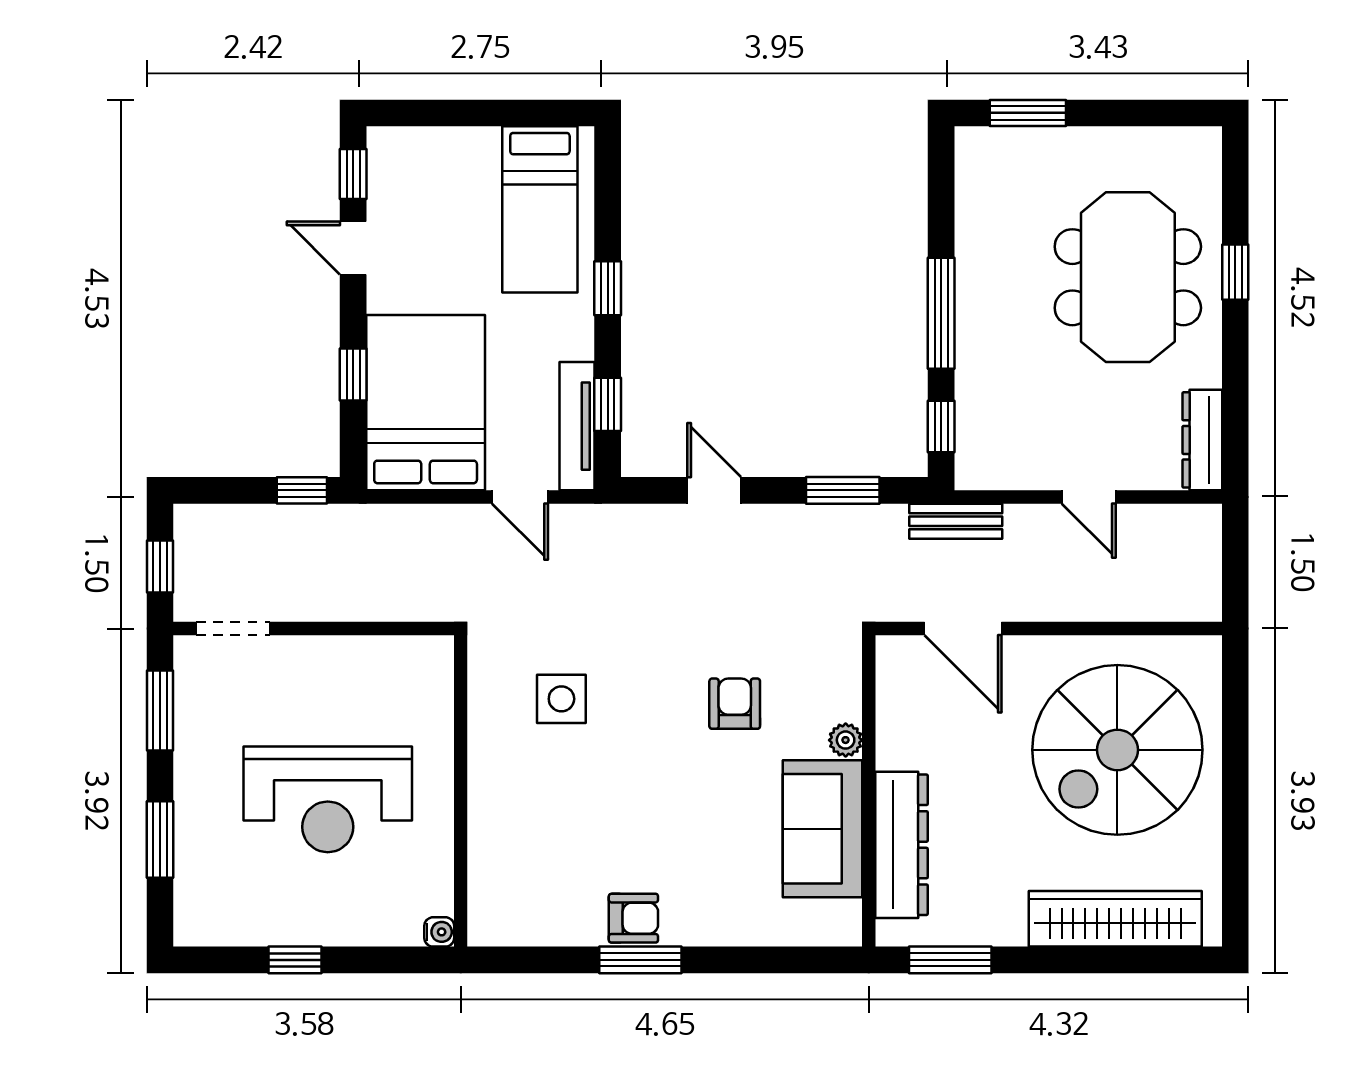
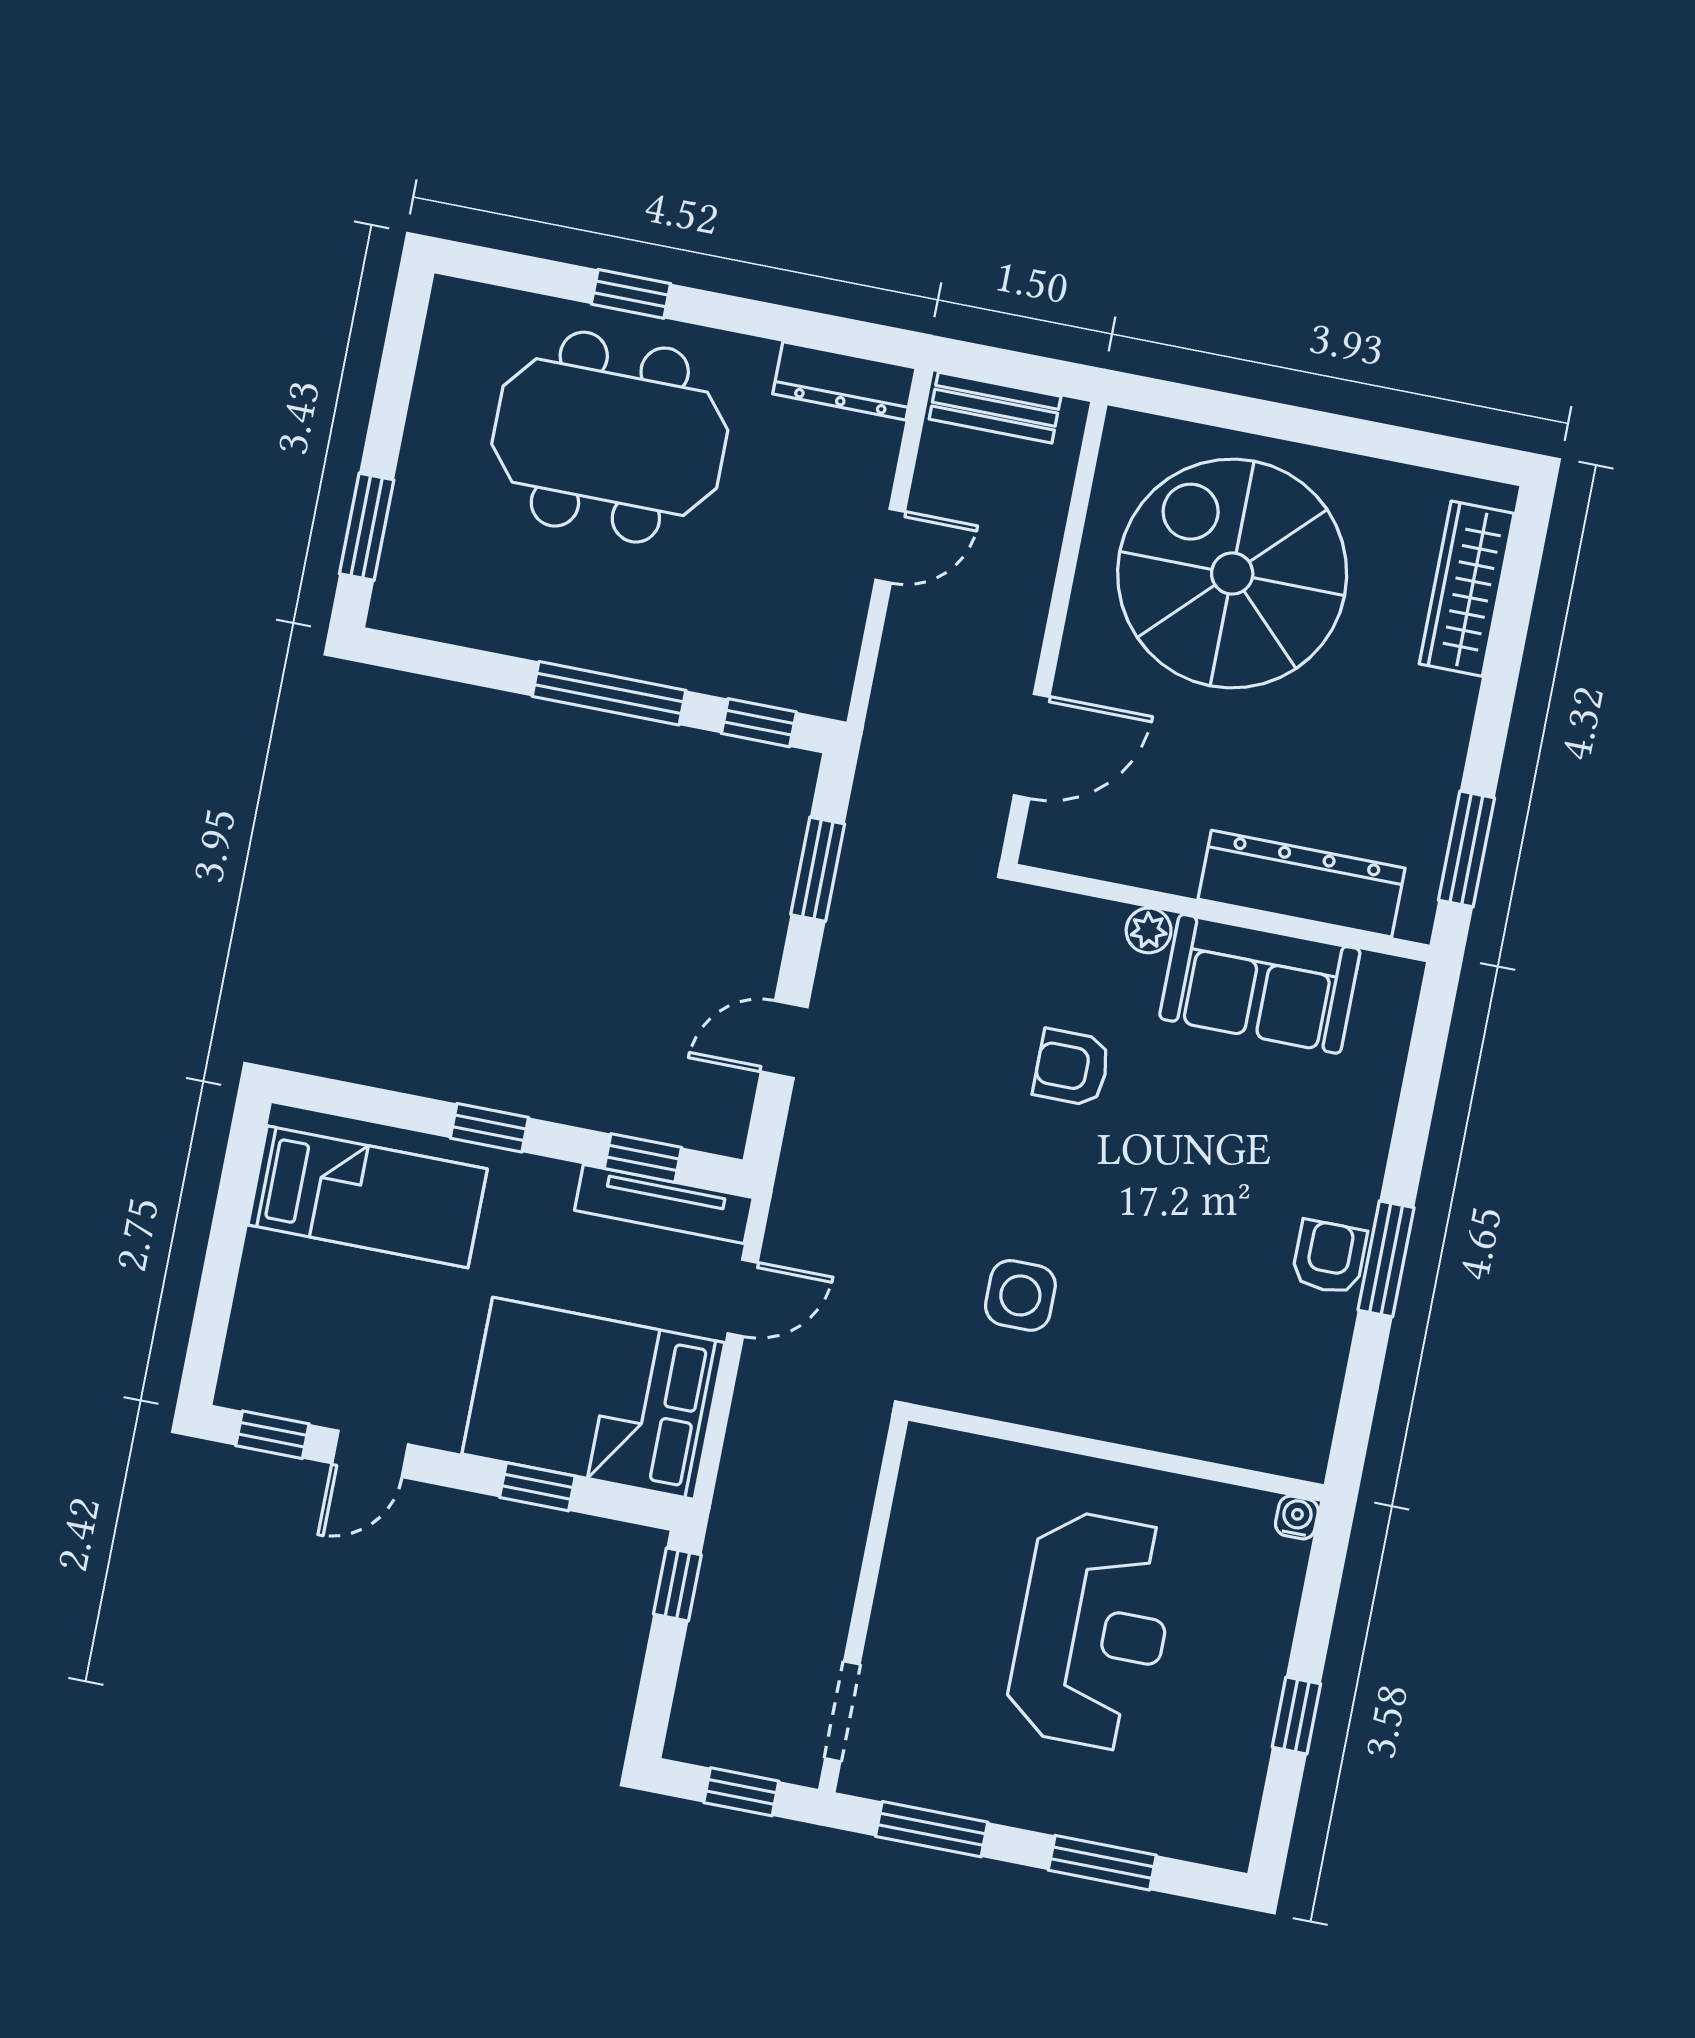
bench: (956, 521) -> (995, 408), moved, turned 90
spiral stairs: (1117, 750) -> (1232, 573), turned 180
wardrobe: (1115, 919) -> (1467, 589), width x0.71, depth x0.85

